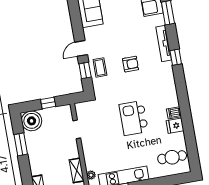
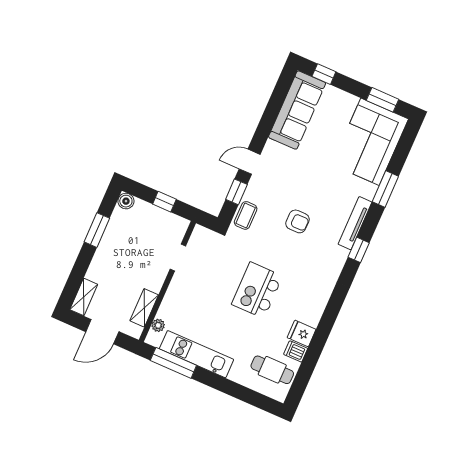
coffee table: (100, 67) -> (246, 215), moved
dishwasher: (174, 113) -> (296, 351), moved
boiler: (32, 121) -> (126, 201), width x0.54, depth x0.54

